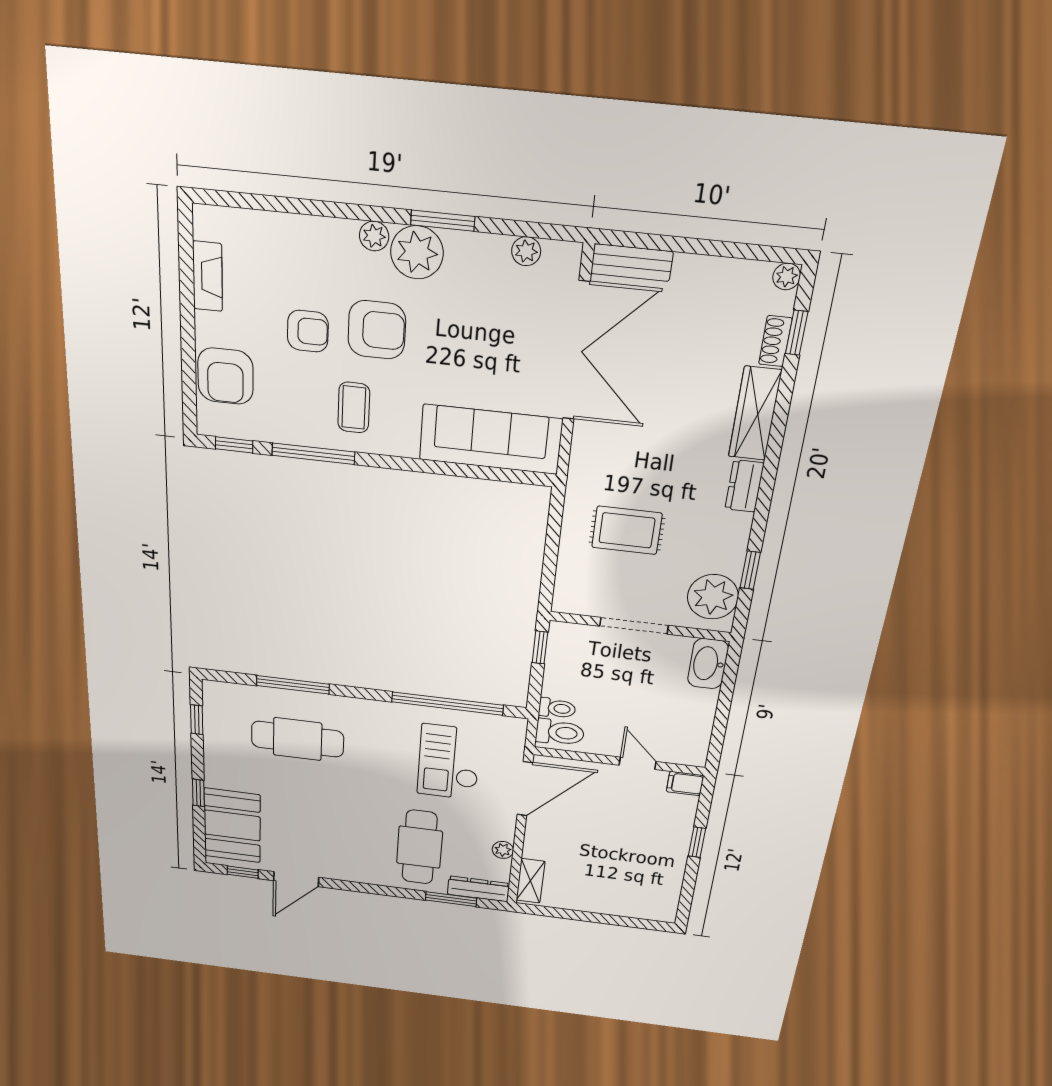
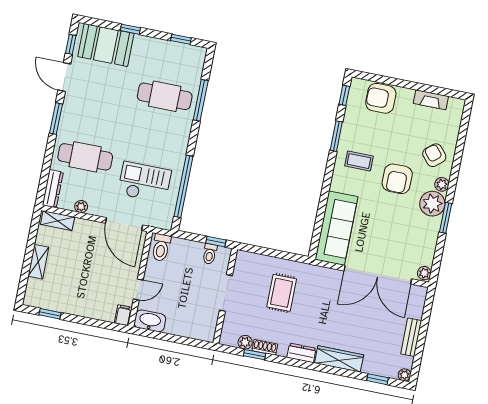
plant: (526, 251) -> (424, 273), moved
bench: (632, 263) -> (411, 337), moved
armchair: (308, 331) -> (434, 155), moved, turned 140
shoe rack: (775, 341) -> (265, 347), moved
window: (313, 454) -> (336, 136), width x0.69
plant: (713, 597) -> (245, 342), width x0.53, depth x0.53
washbasin: (708, 664) -> (150, 321), moved
toilet: (557, 708) -> (210, 254), moved
cafe table: (297, 739) -> (165, 96), turned 90
window: (697, 842) -> (50, 314), moved
window: (451, 899) -> (56, 119), moved
shelving: (602, 904) -> (38, 262), added

